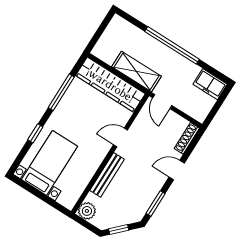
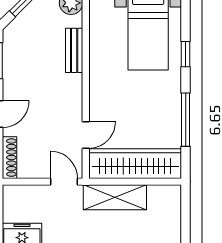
door: (120, 137) -> (86, 135), moved
bench: (107, 175) -> (74, 50), width x0.73

